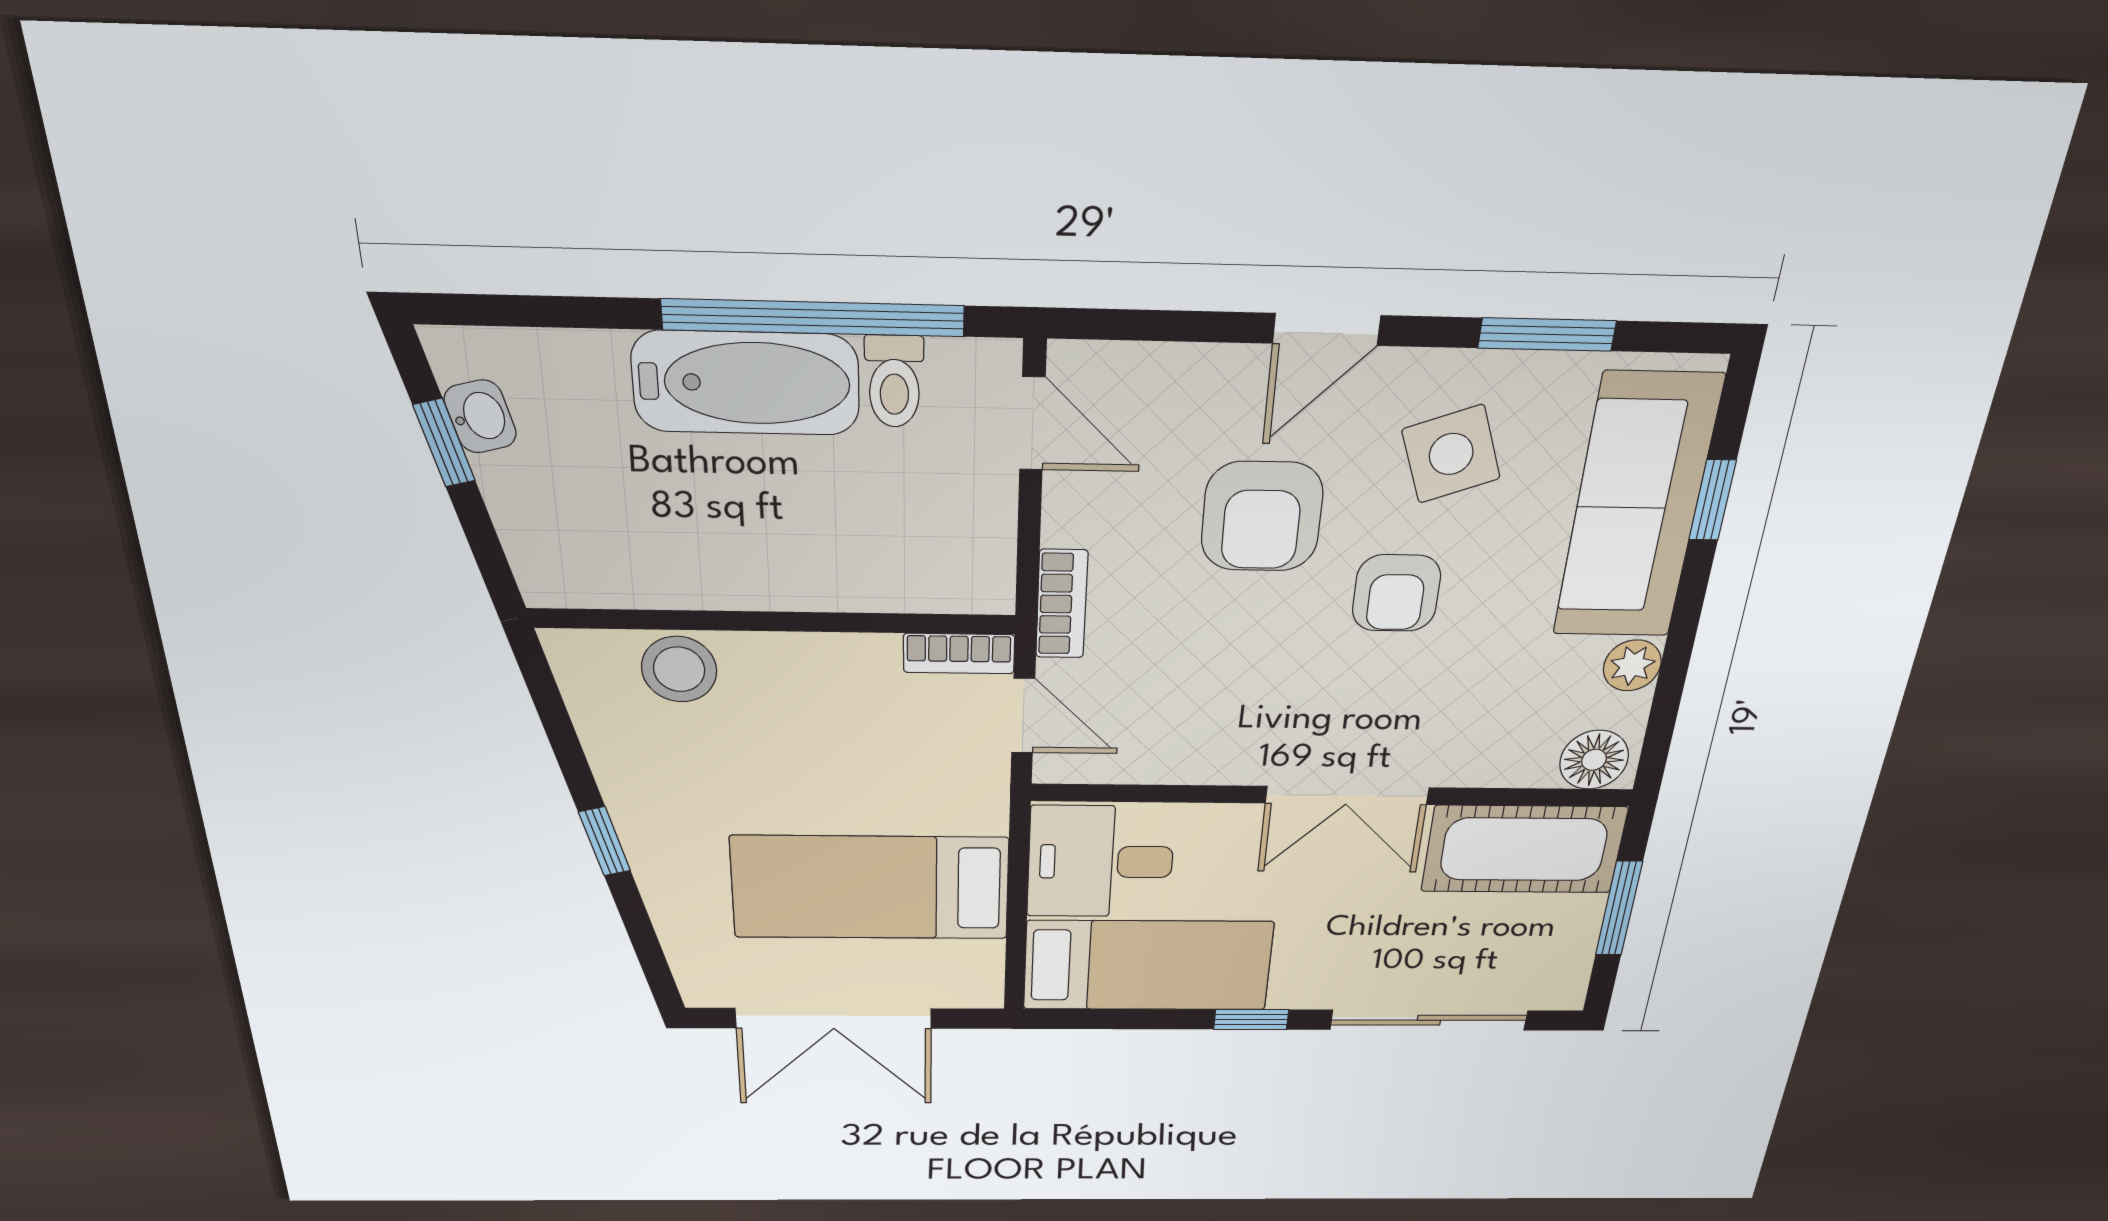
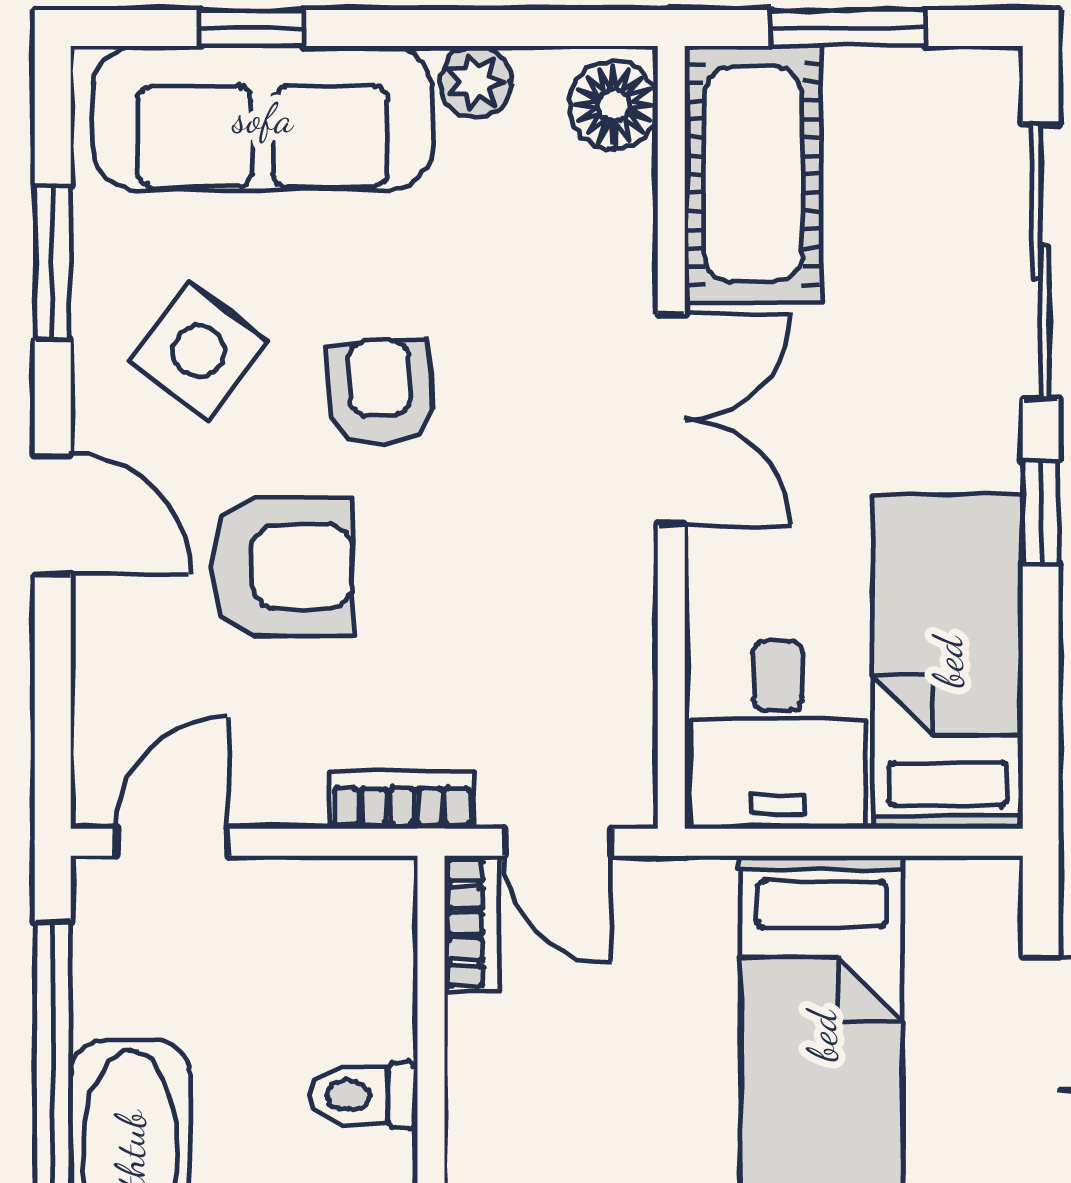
toilet: (894, 381) -> (364, 1095), moved, turned 180
side table: (1451, 454) -> (199, 351), turned -33
armchair: (1396, 593) -> (380, 393), turned -94
door: (1023, 716) -> (558, 842), swing flipped

